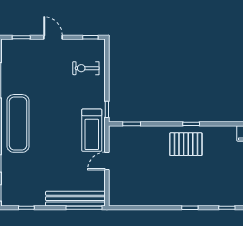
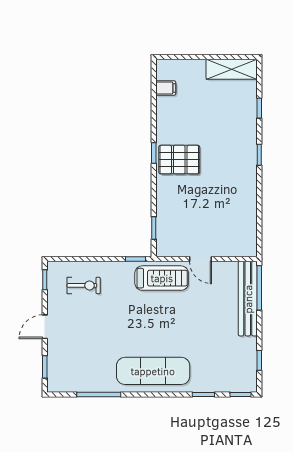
exercise bike: (86, 68) -> (84, 285), turned -90
pallet: (186, 144) -> (179, 160), turned 90

